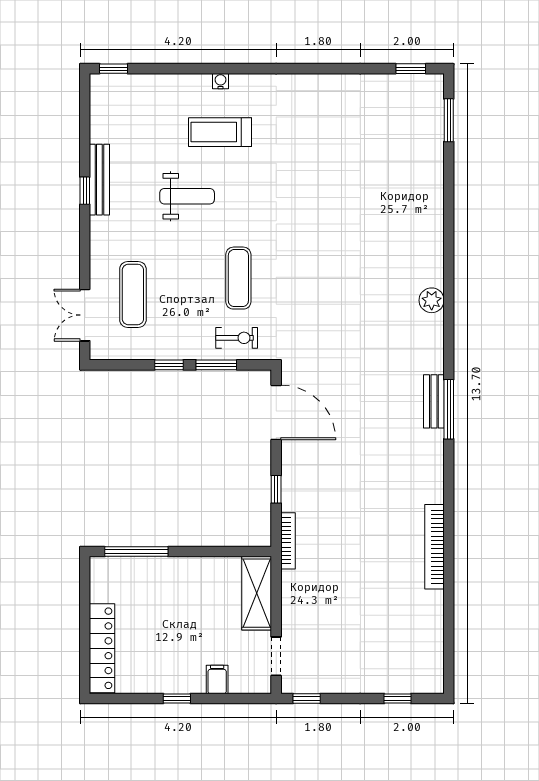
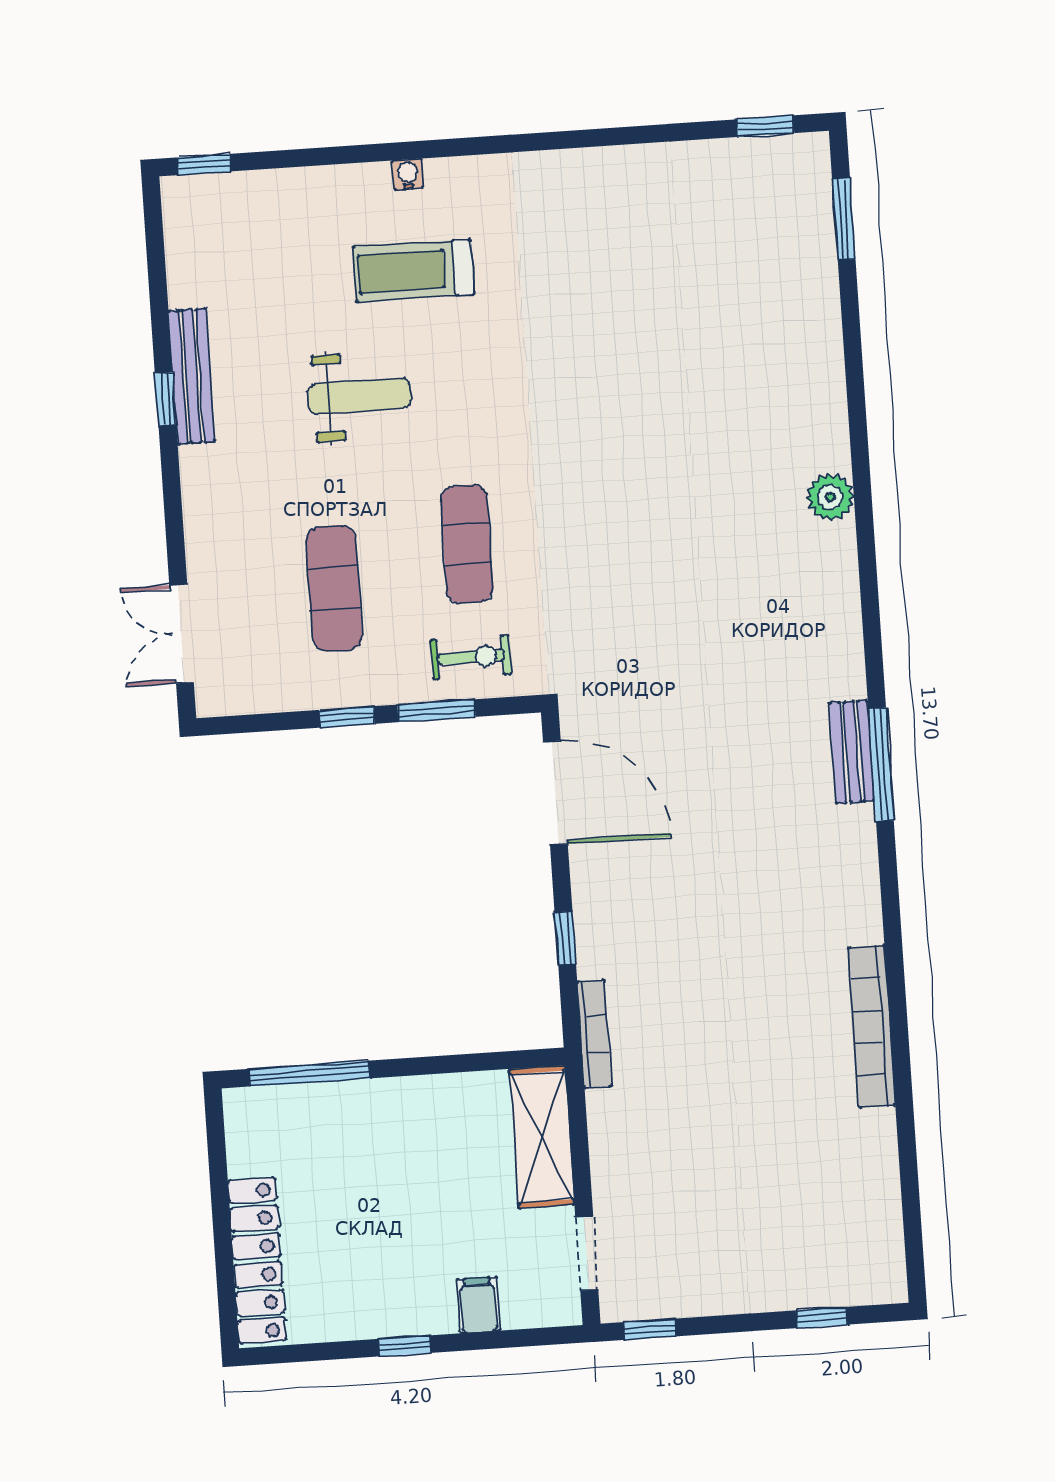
exercise mat: (133, 294) -> (334, 588), moved
plant: (432, 300) -> (830, 497), moved

